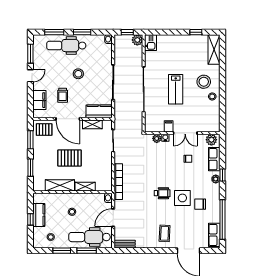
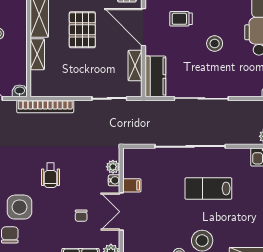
lab bench: (176, 89) -> (208, 189), moved
door: (68, 119) -> (144, 27), hinge flipped
wheelchair: (162, 193) -> (51, 175), moved

